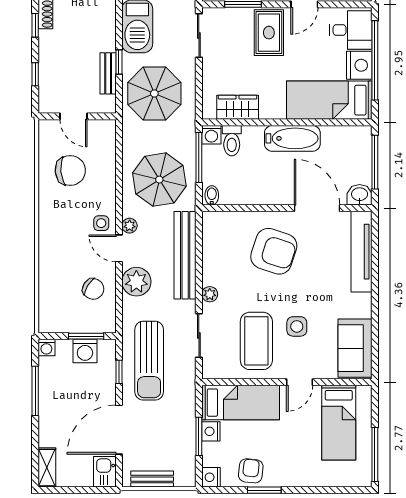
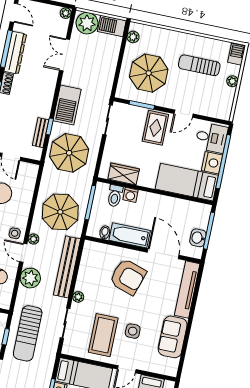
washing machine: (211, 135) -> (130, 195), moved
bathtub: (292, 138) -> (130, 235), moved, turned 180
bidet: (212, 195) -> (105, 232), moved
washbasin: (360, 195) -> (198, 238), moved, turned -90
sofa: (355, 348) -> (173, 337), moved

